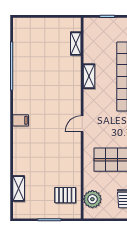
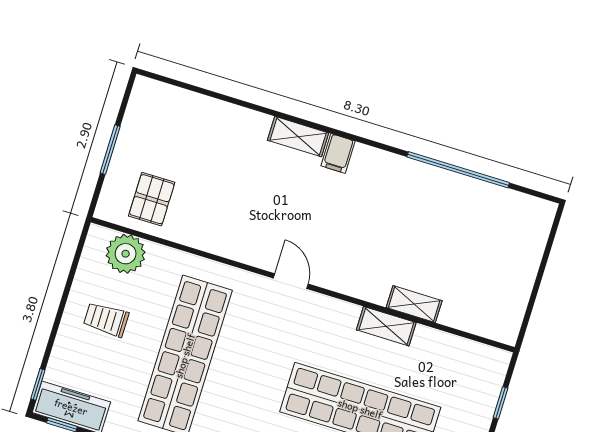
shelving: (76, 44) -> (414, 304), moved
shelving: (19, 188) -> (298, 137), moved

